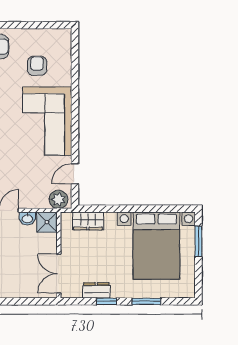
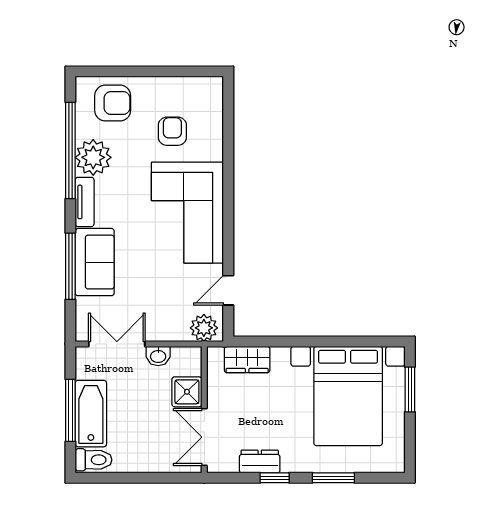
shower: (47, 222) -> (187, 392), moved

